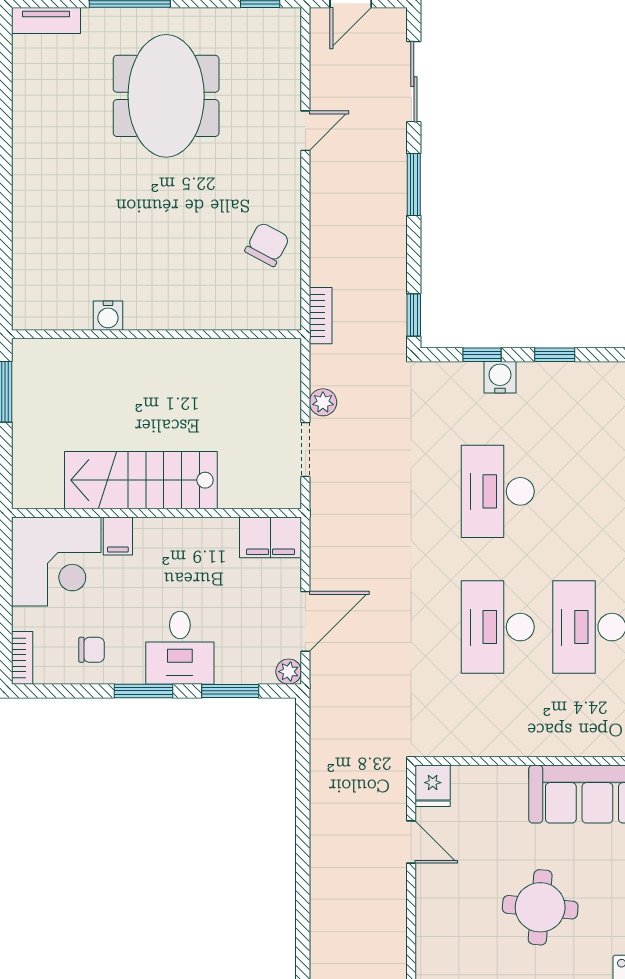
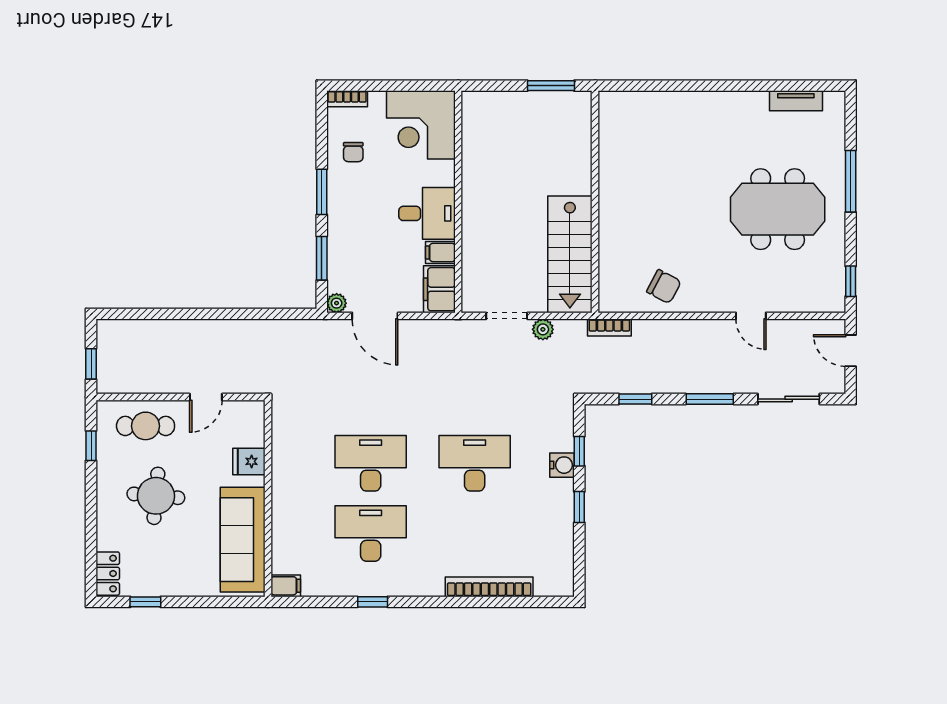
tv unit: (46, 21) -> (796, 101), moved, turned -90
window: (414, 315) -> (635, 399), moved
water cooler: (108, 316) -> (609, 165), removed
stairs: (141, 480) -> (570, 254), moved, turned 180
filing cabinet: (118, 536) -> (440, 252), moved
desk: (180, 648) -> (427, 213), moved, turned 180
fridge: (433, 786) -> (249, 461), moved
cafe table: (449, 921) -> (146, 426), added

